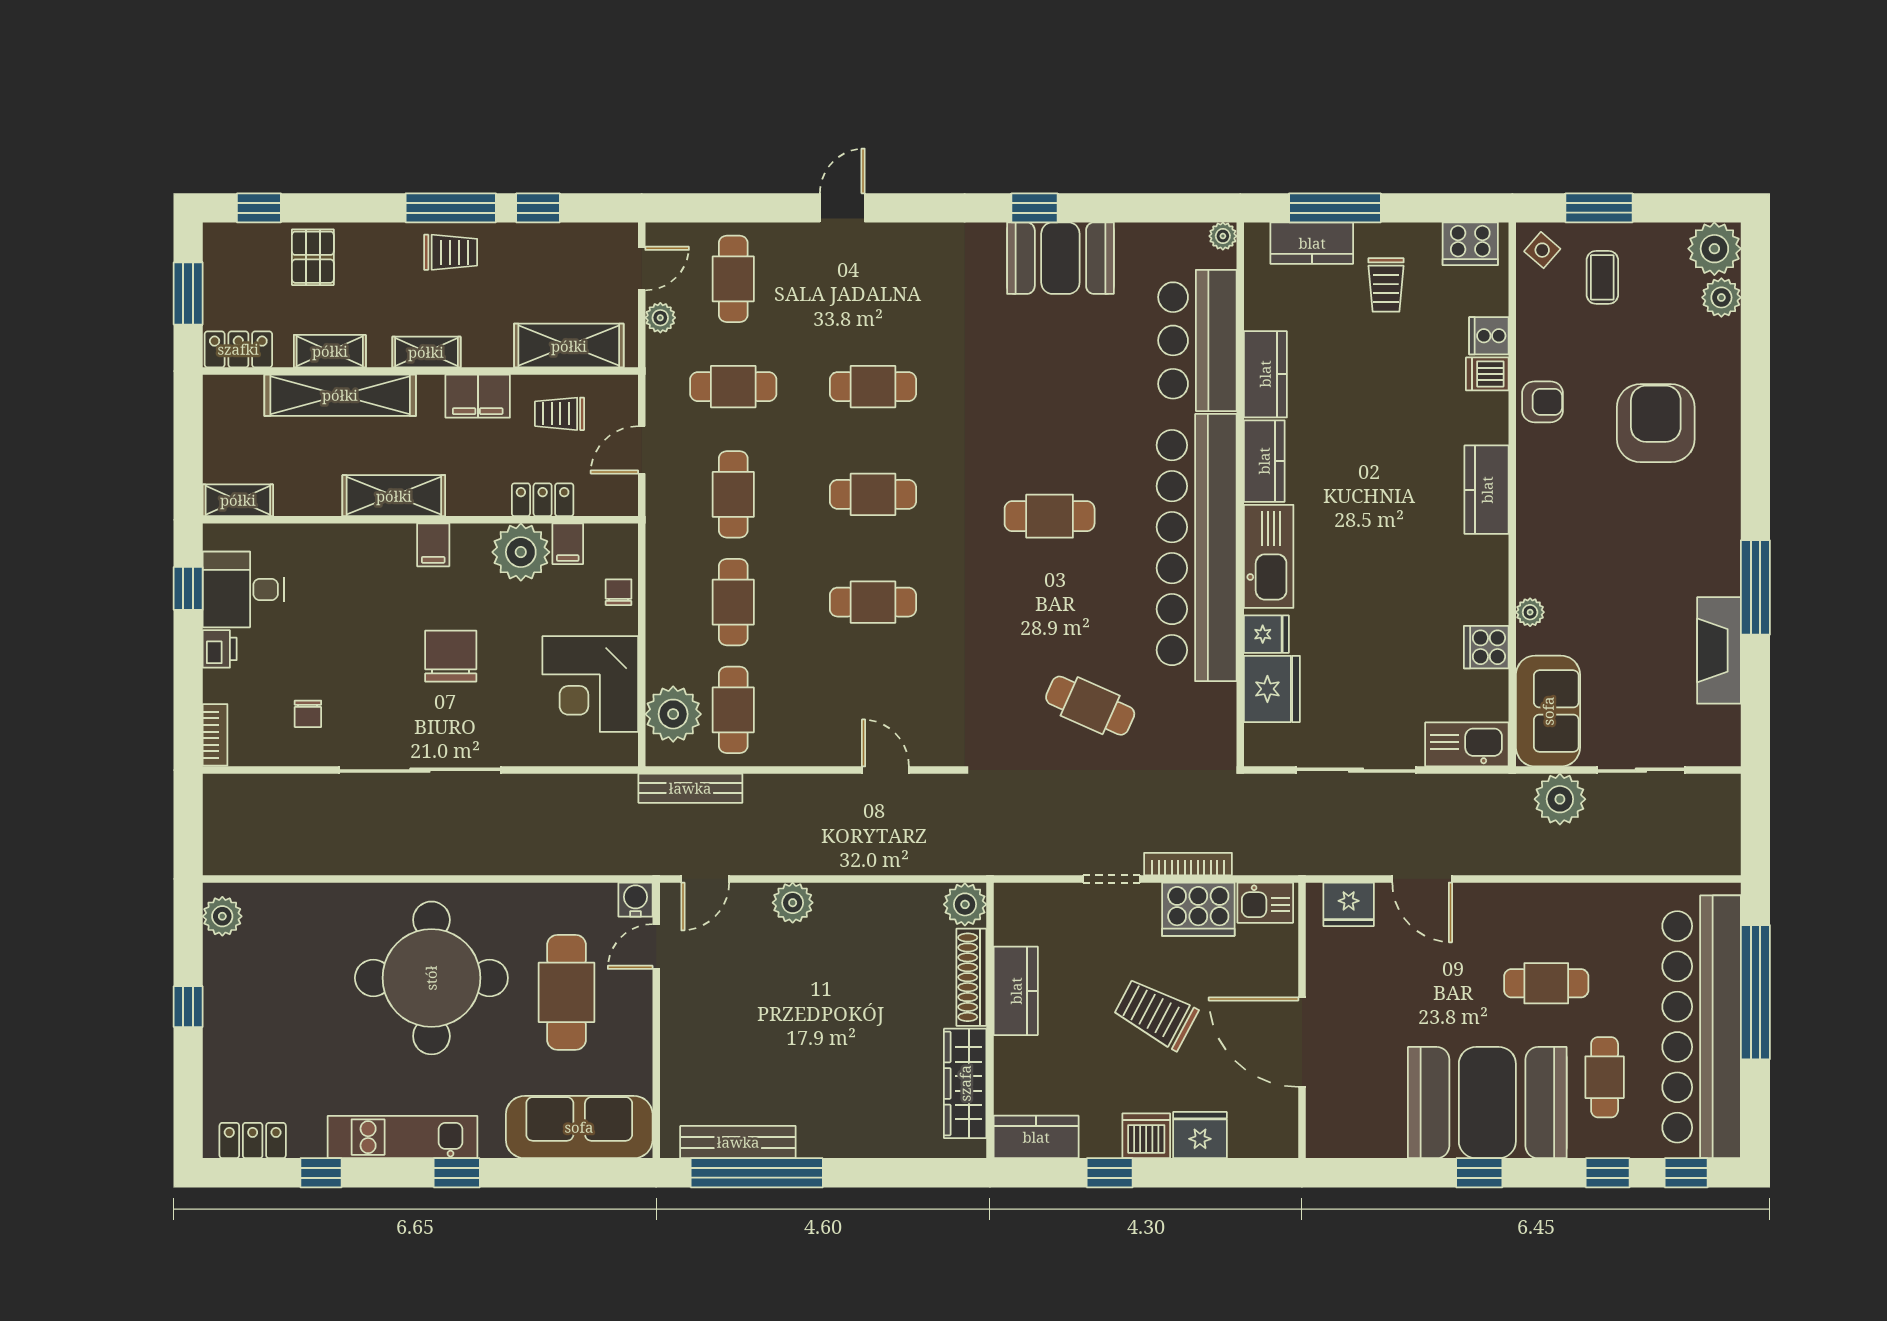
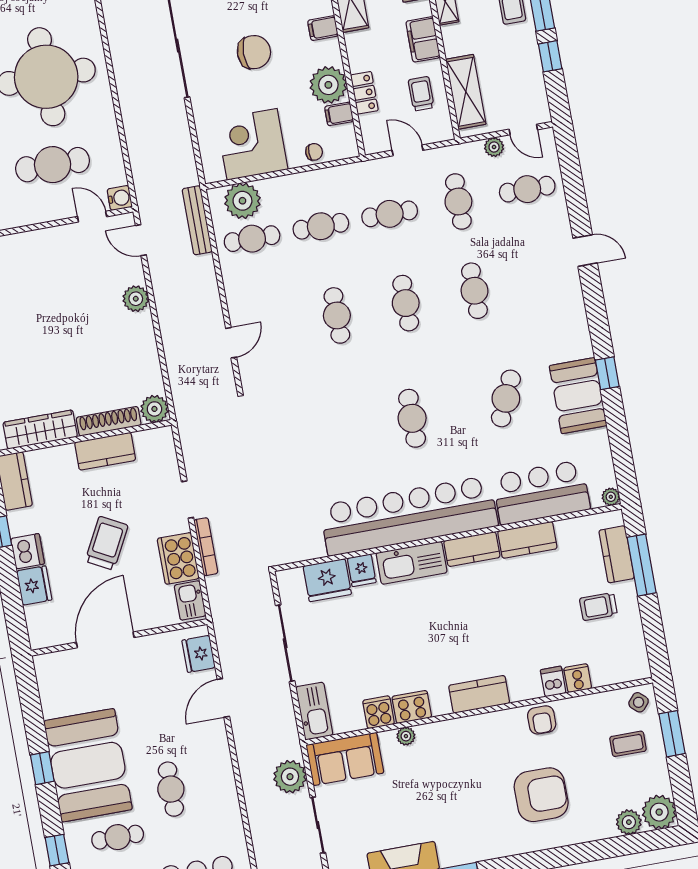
cooker: (1470, 244) -> (412, 707), moved, turned 90
cafe table: (1090, 706) -> (506, 398), moved

